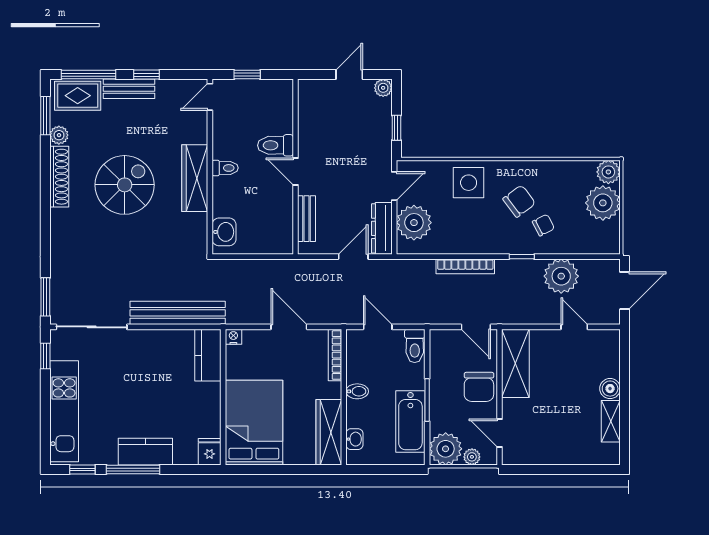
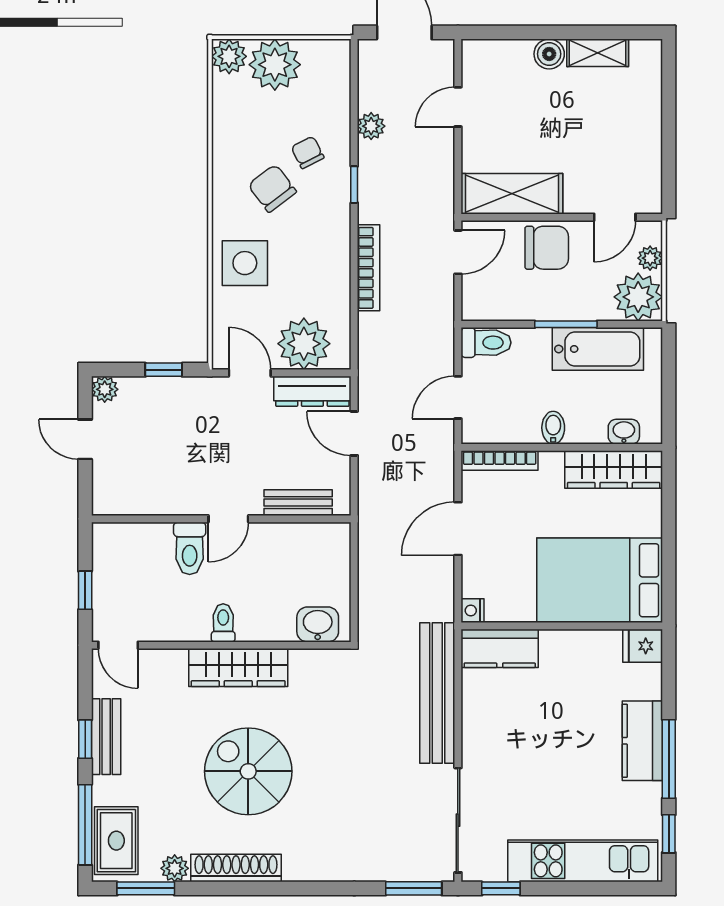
bench: (129, 89) -> (106, 737), moved
plant: (561, 276) -> (371, 126), width x0.53, depth x0.53

